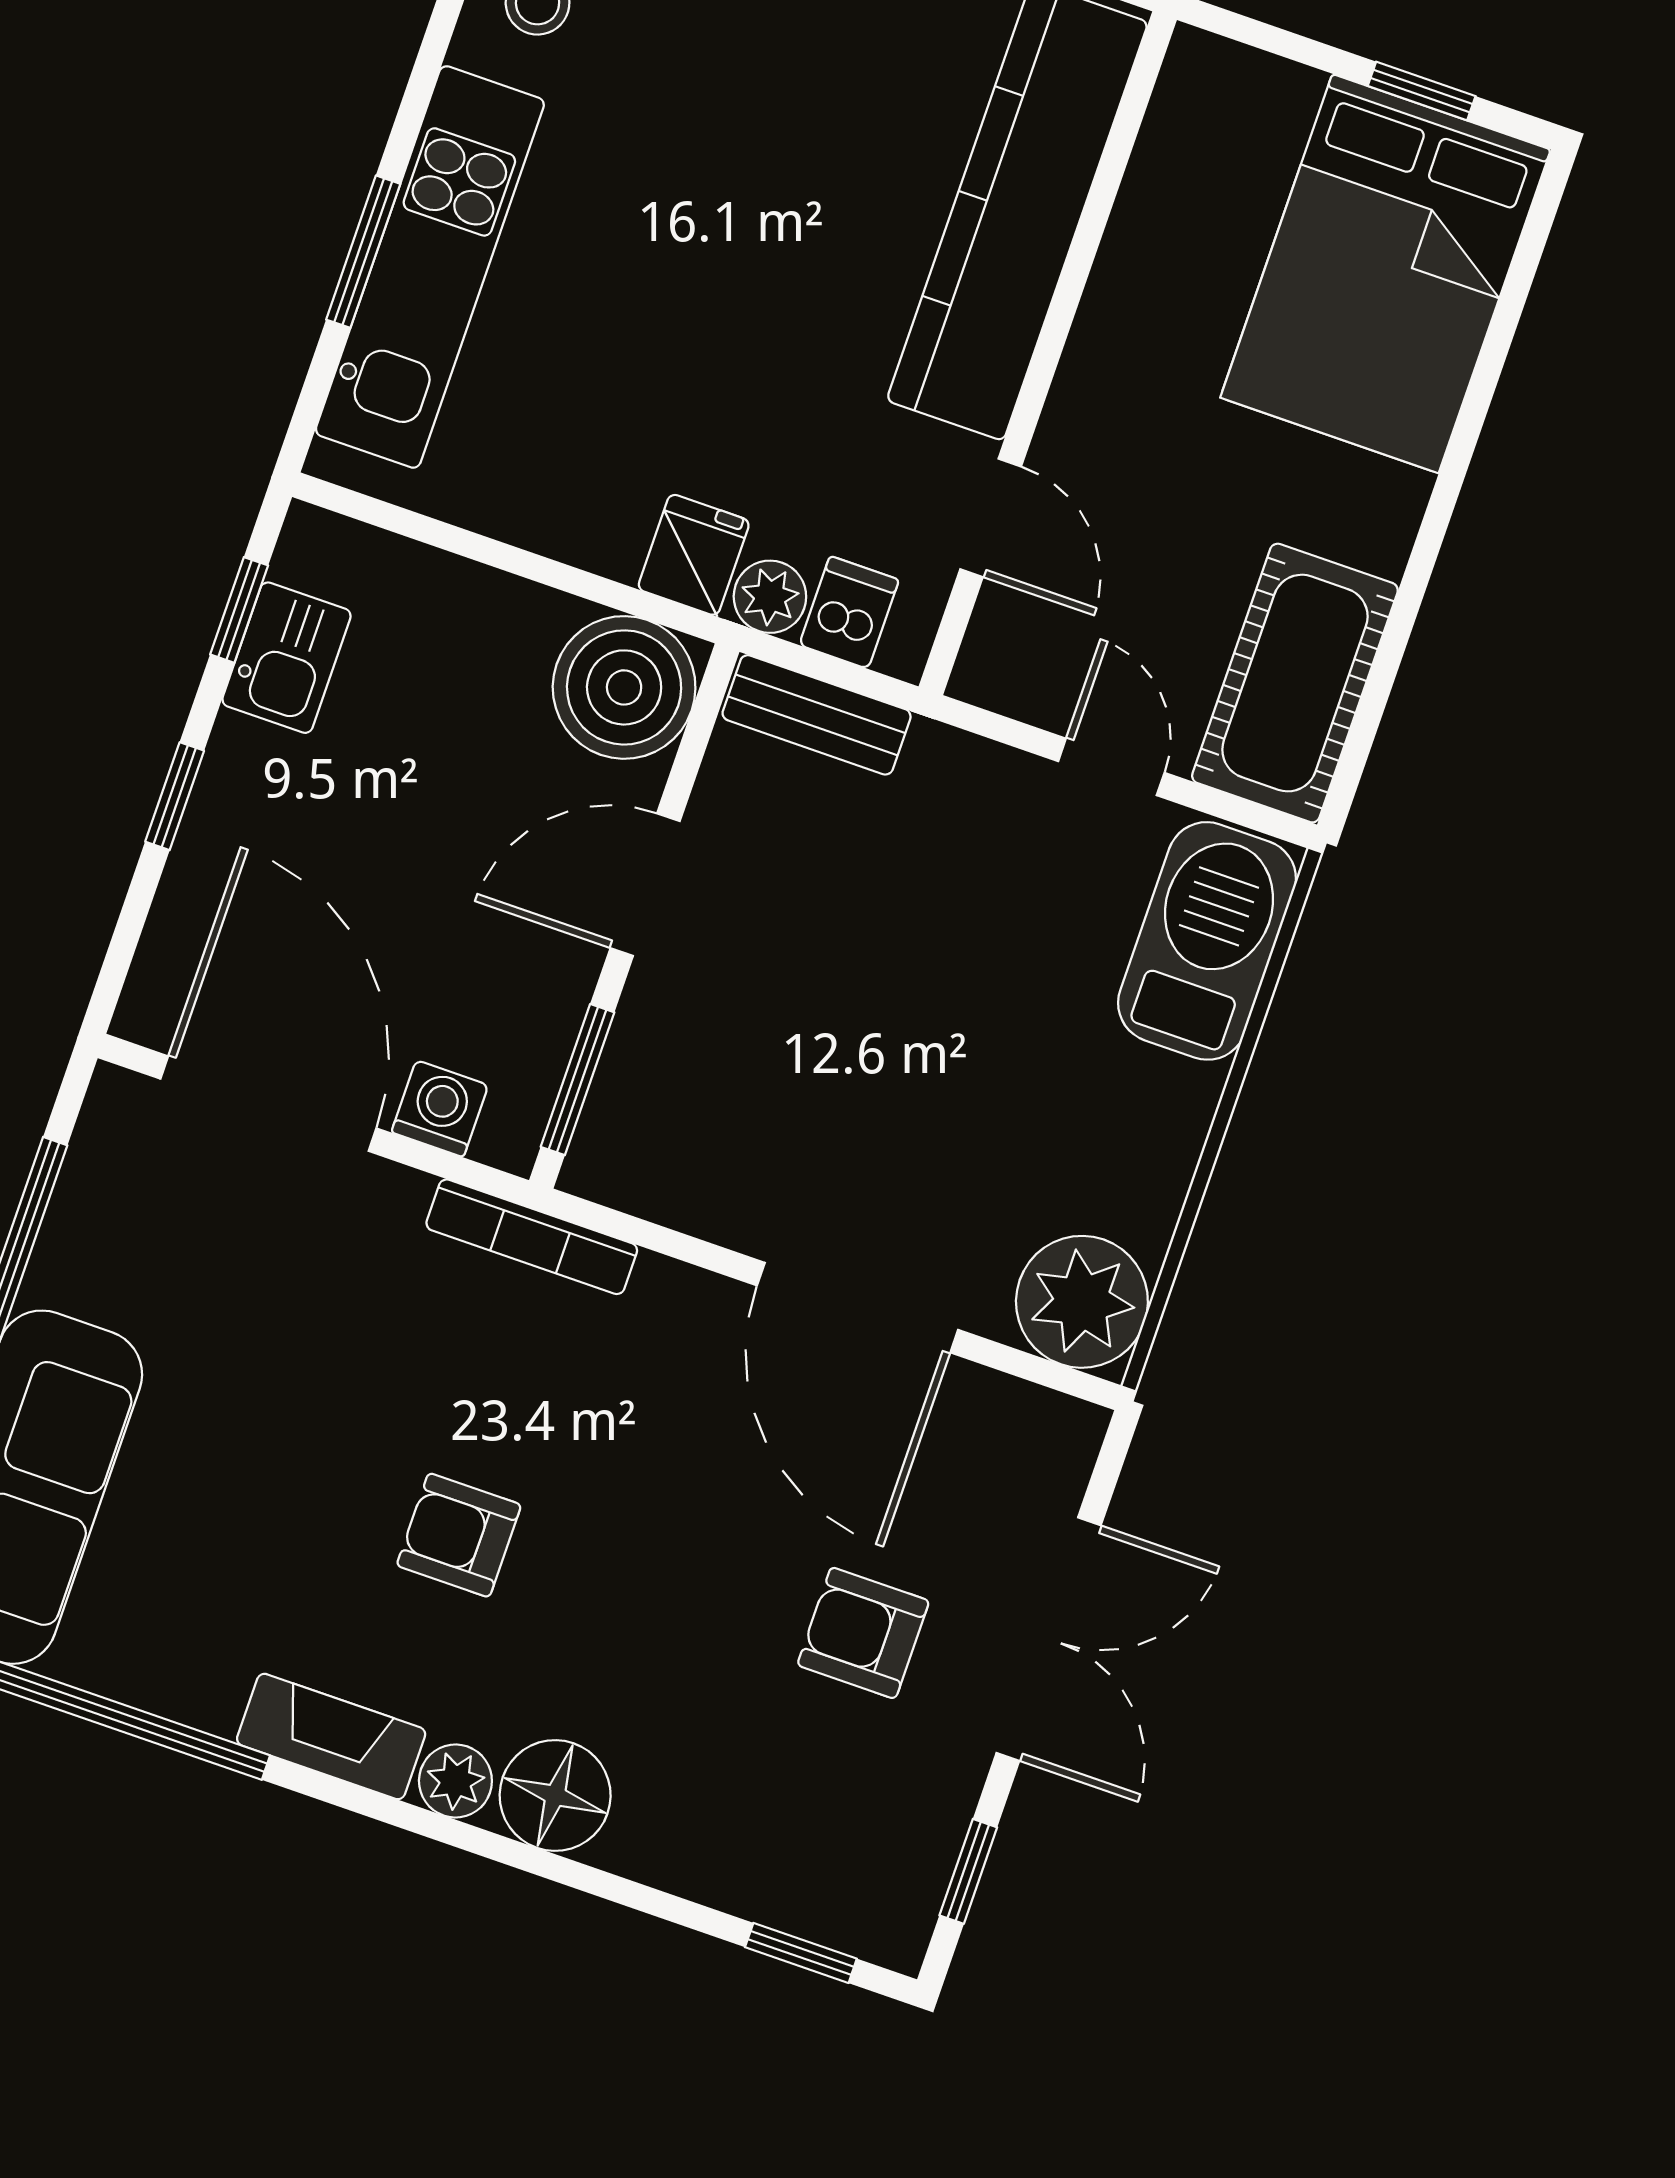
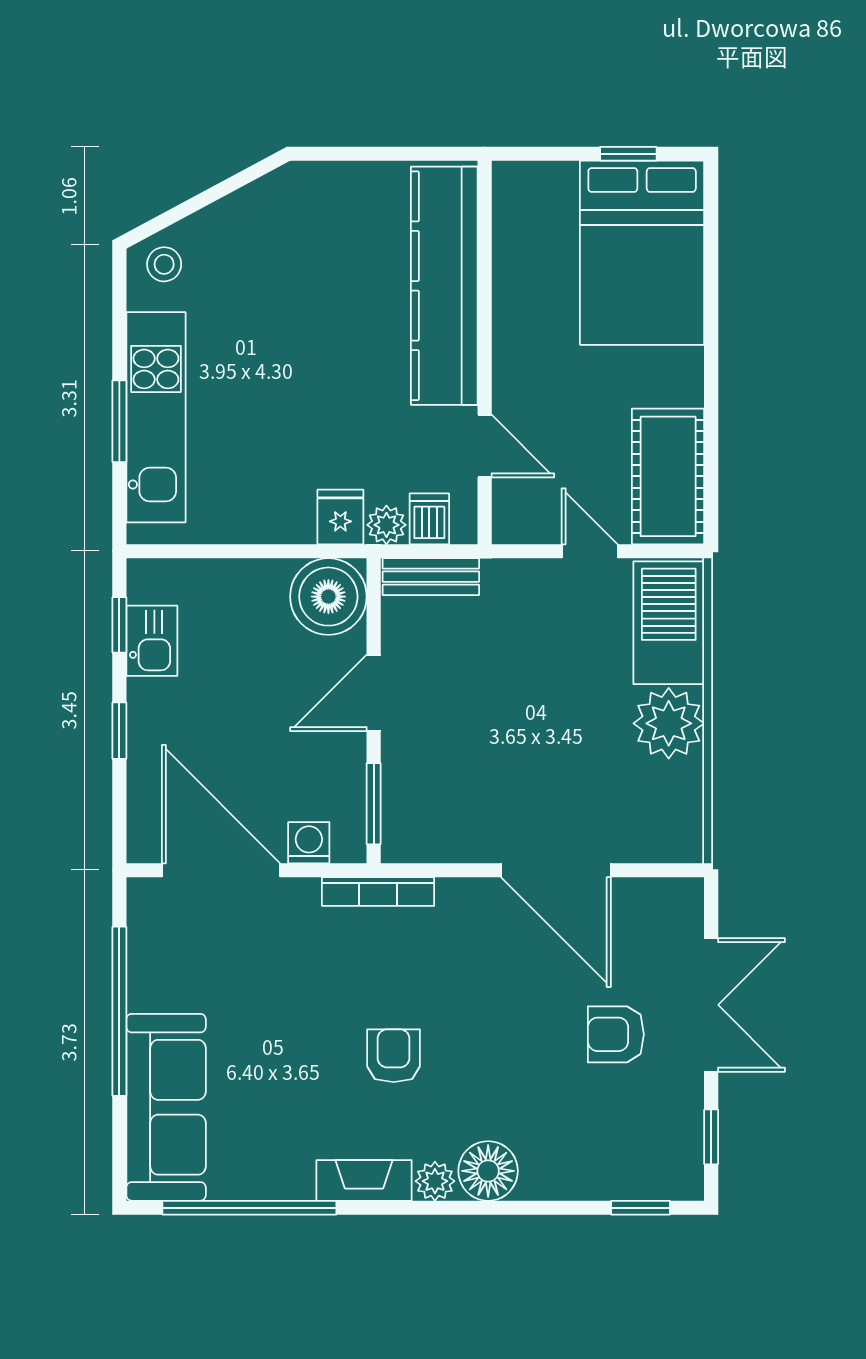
plant: (1082, 1302) -> (669, 723), moved
armchair: (459, 1535) -> (394, 1056), turned 90

